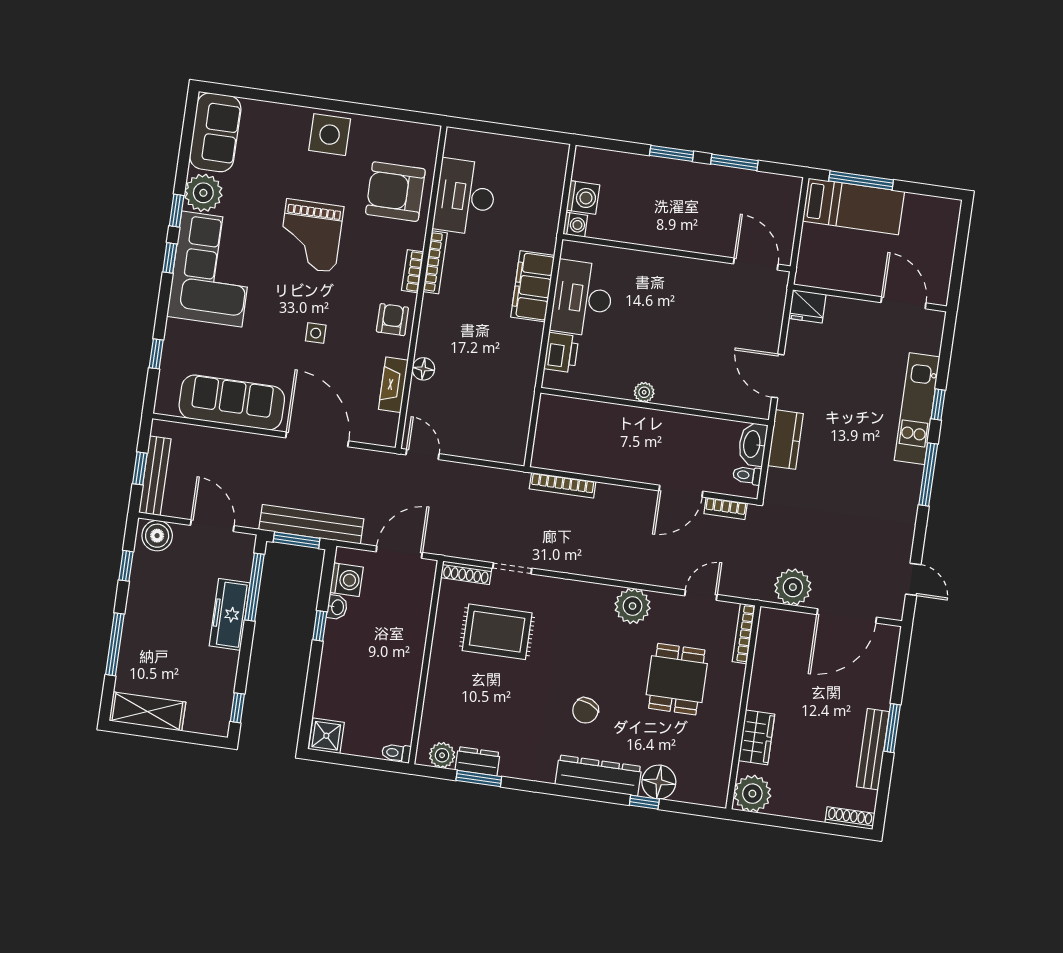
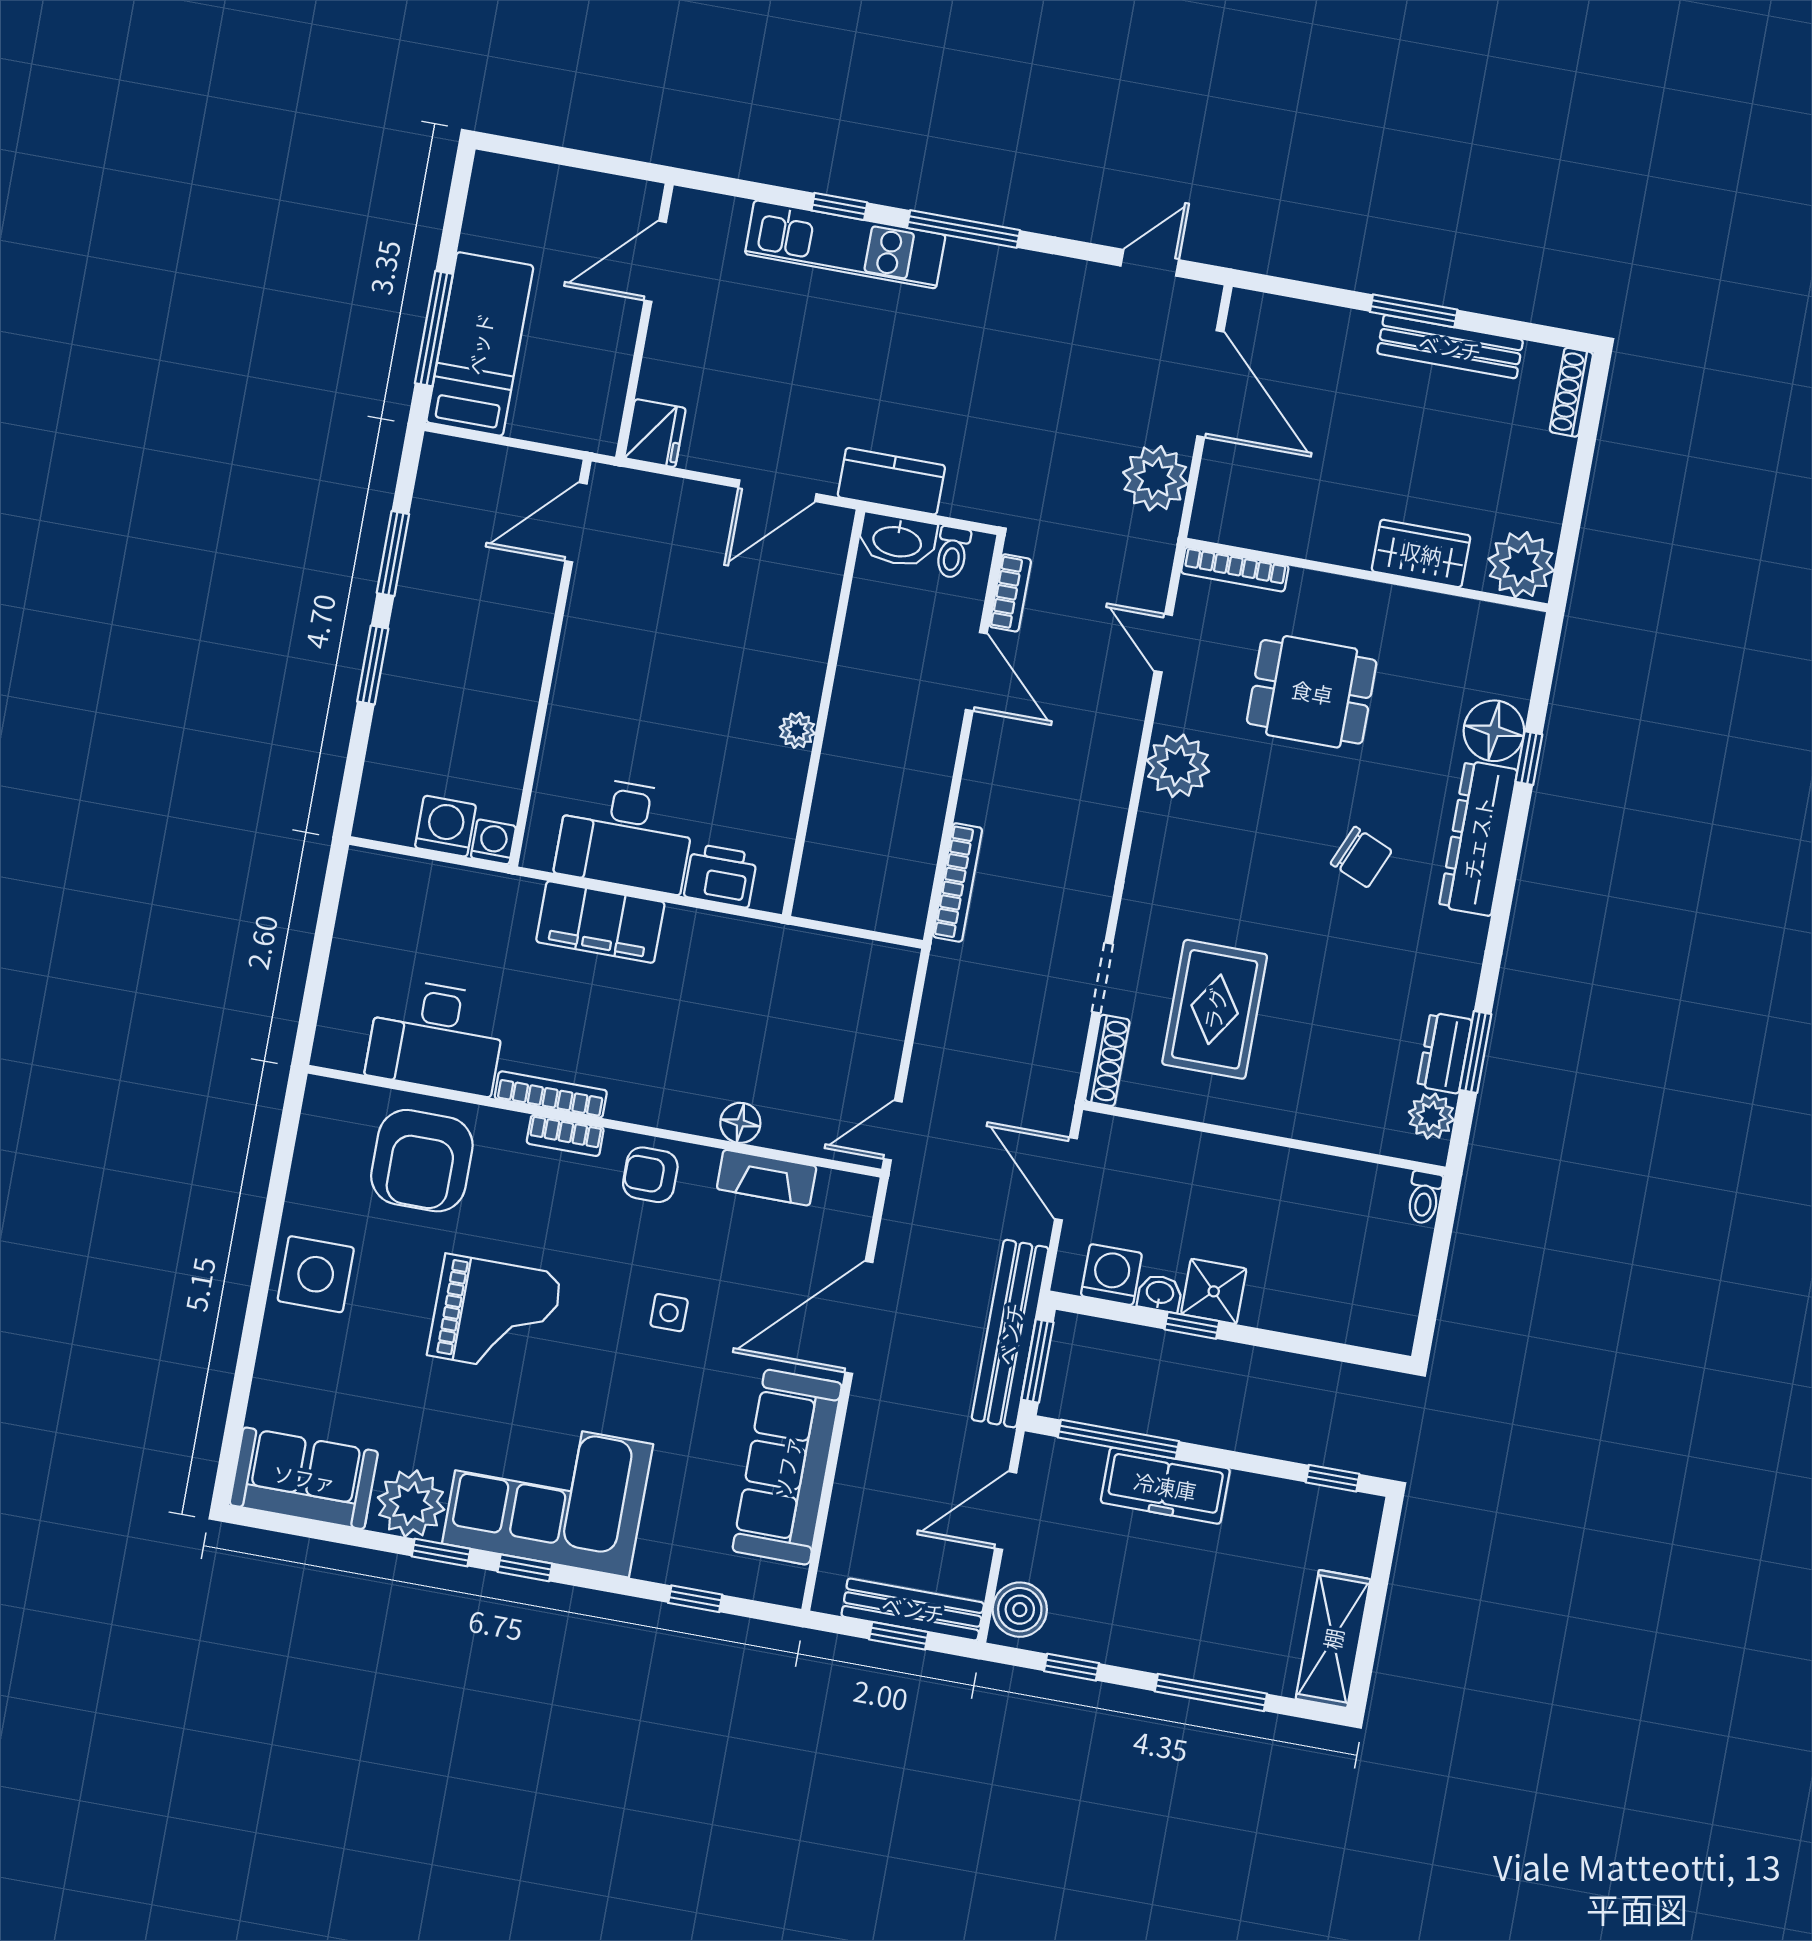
shower: (326, 736) -> (1214, 1291), moved

